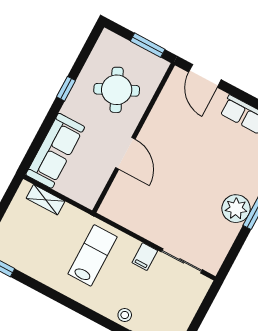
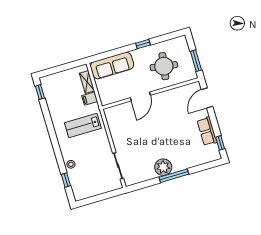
round table: (117, 90) -> (164, 66), turned 34
lab bench: (93, 255) -> (83, 125), turned 180
filing cabinet: (145, 257) -> (90, 99), moved

